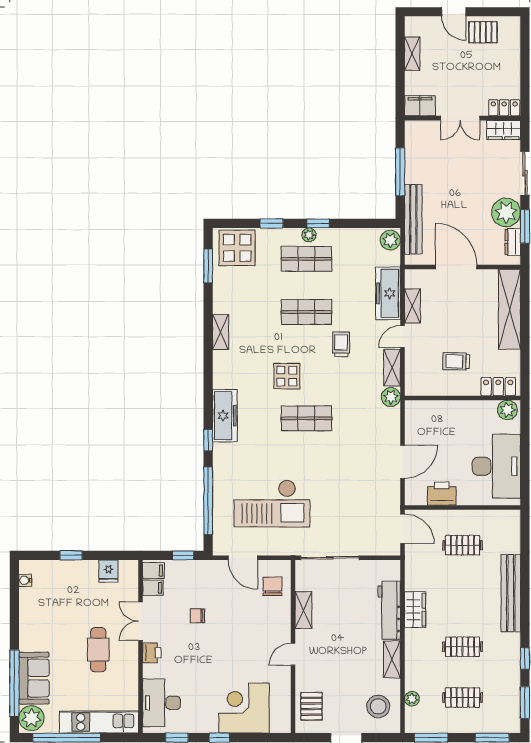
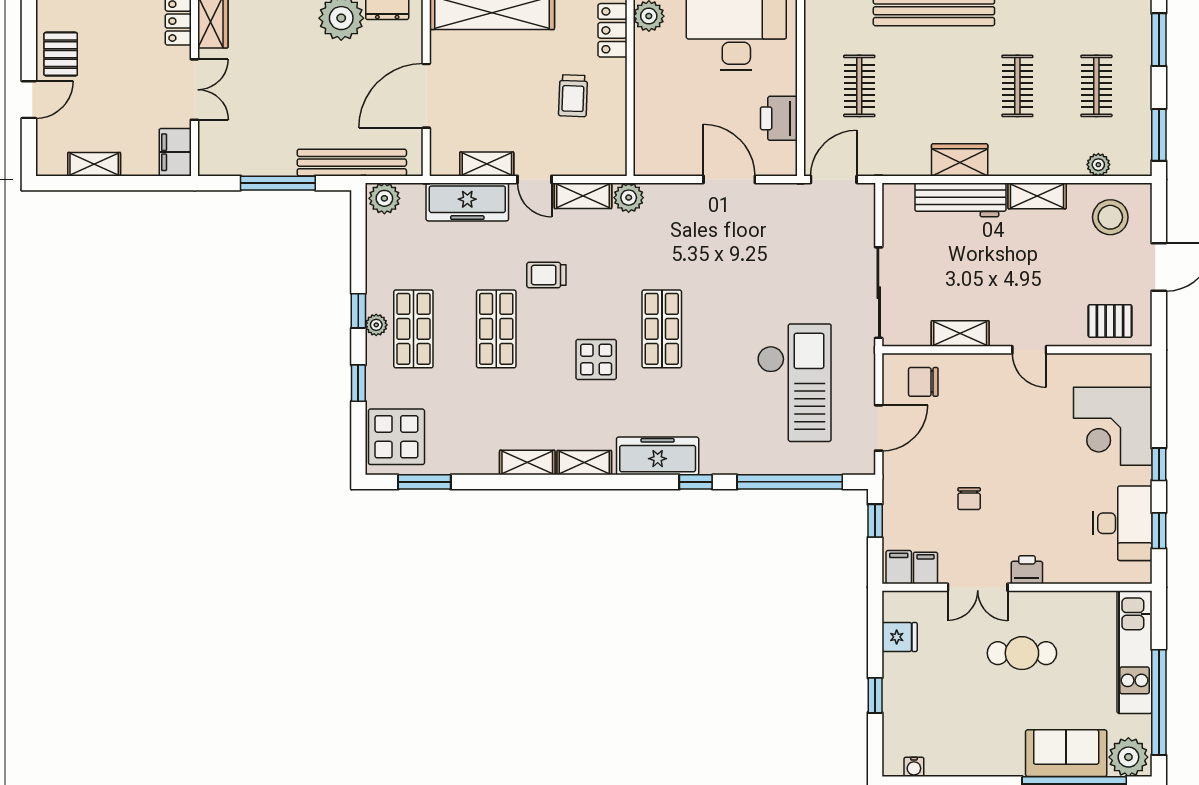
shelving: (220, 369) -> (584, 463), added
desk: (161, 703) -> (1123, 523), moved, turned -90

